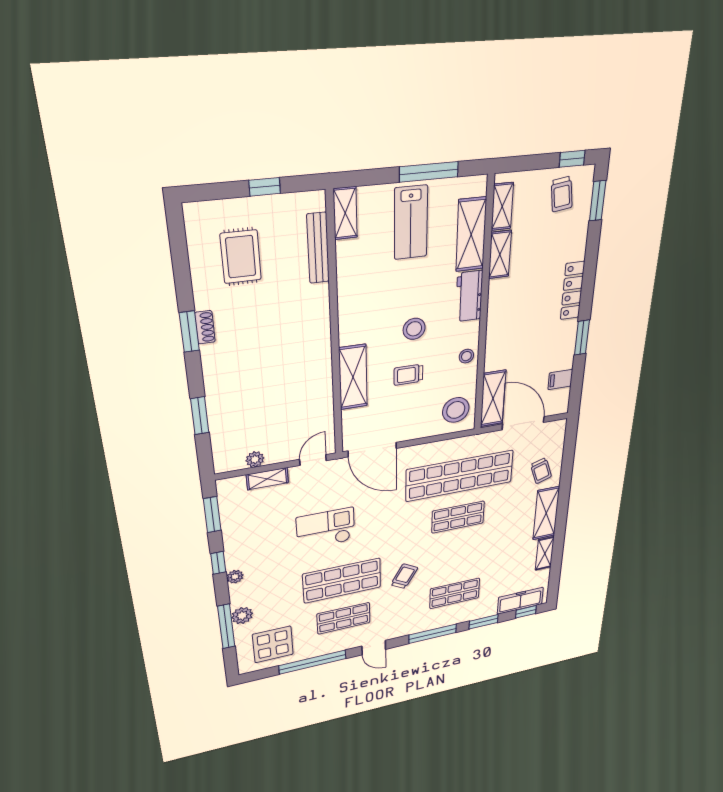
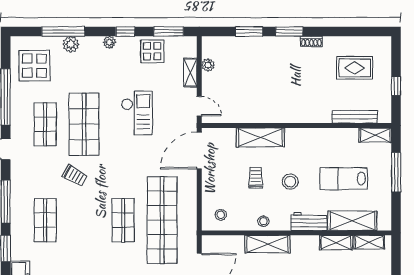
window: (429, 172) -> (396, 172), moved
lab bench: (411, 223) -> (343, 179), moved
window: (189, 332) -> (289, 31), moved
shelving: (493, 398) -> (267, 244), moved
stool: (456, 410) -> (221, 215), width x0.53, depth x0.53
display table: (242, 528) -> (152, 51), added

